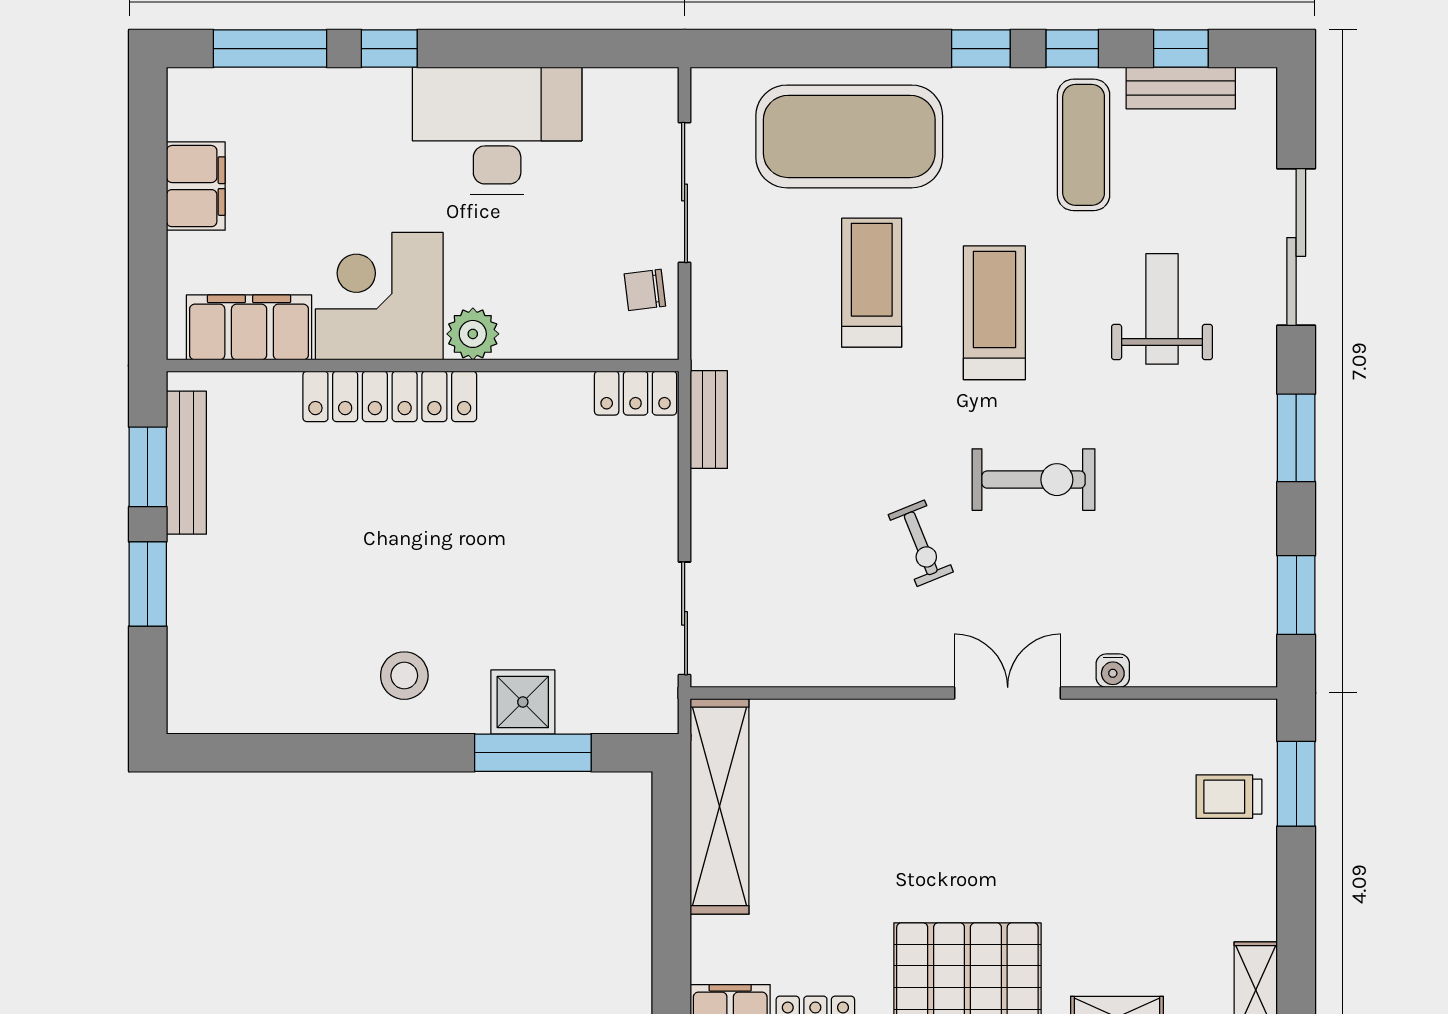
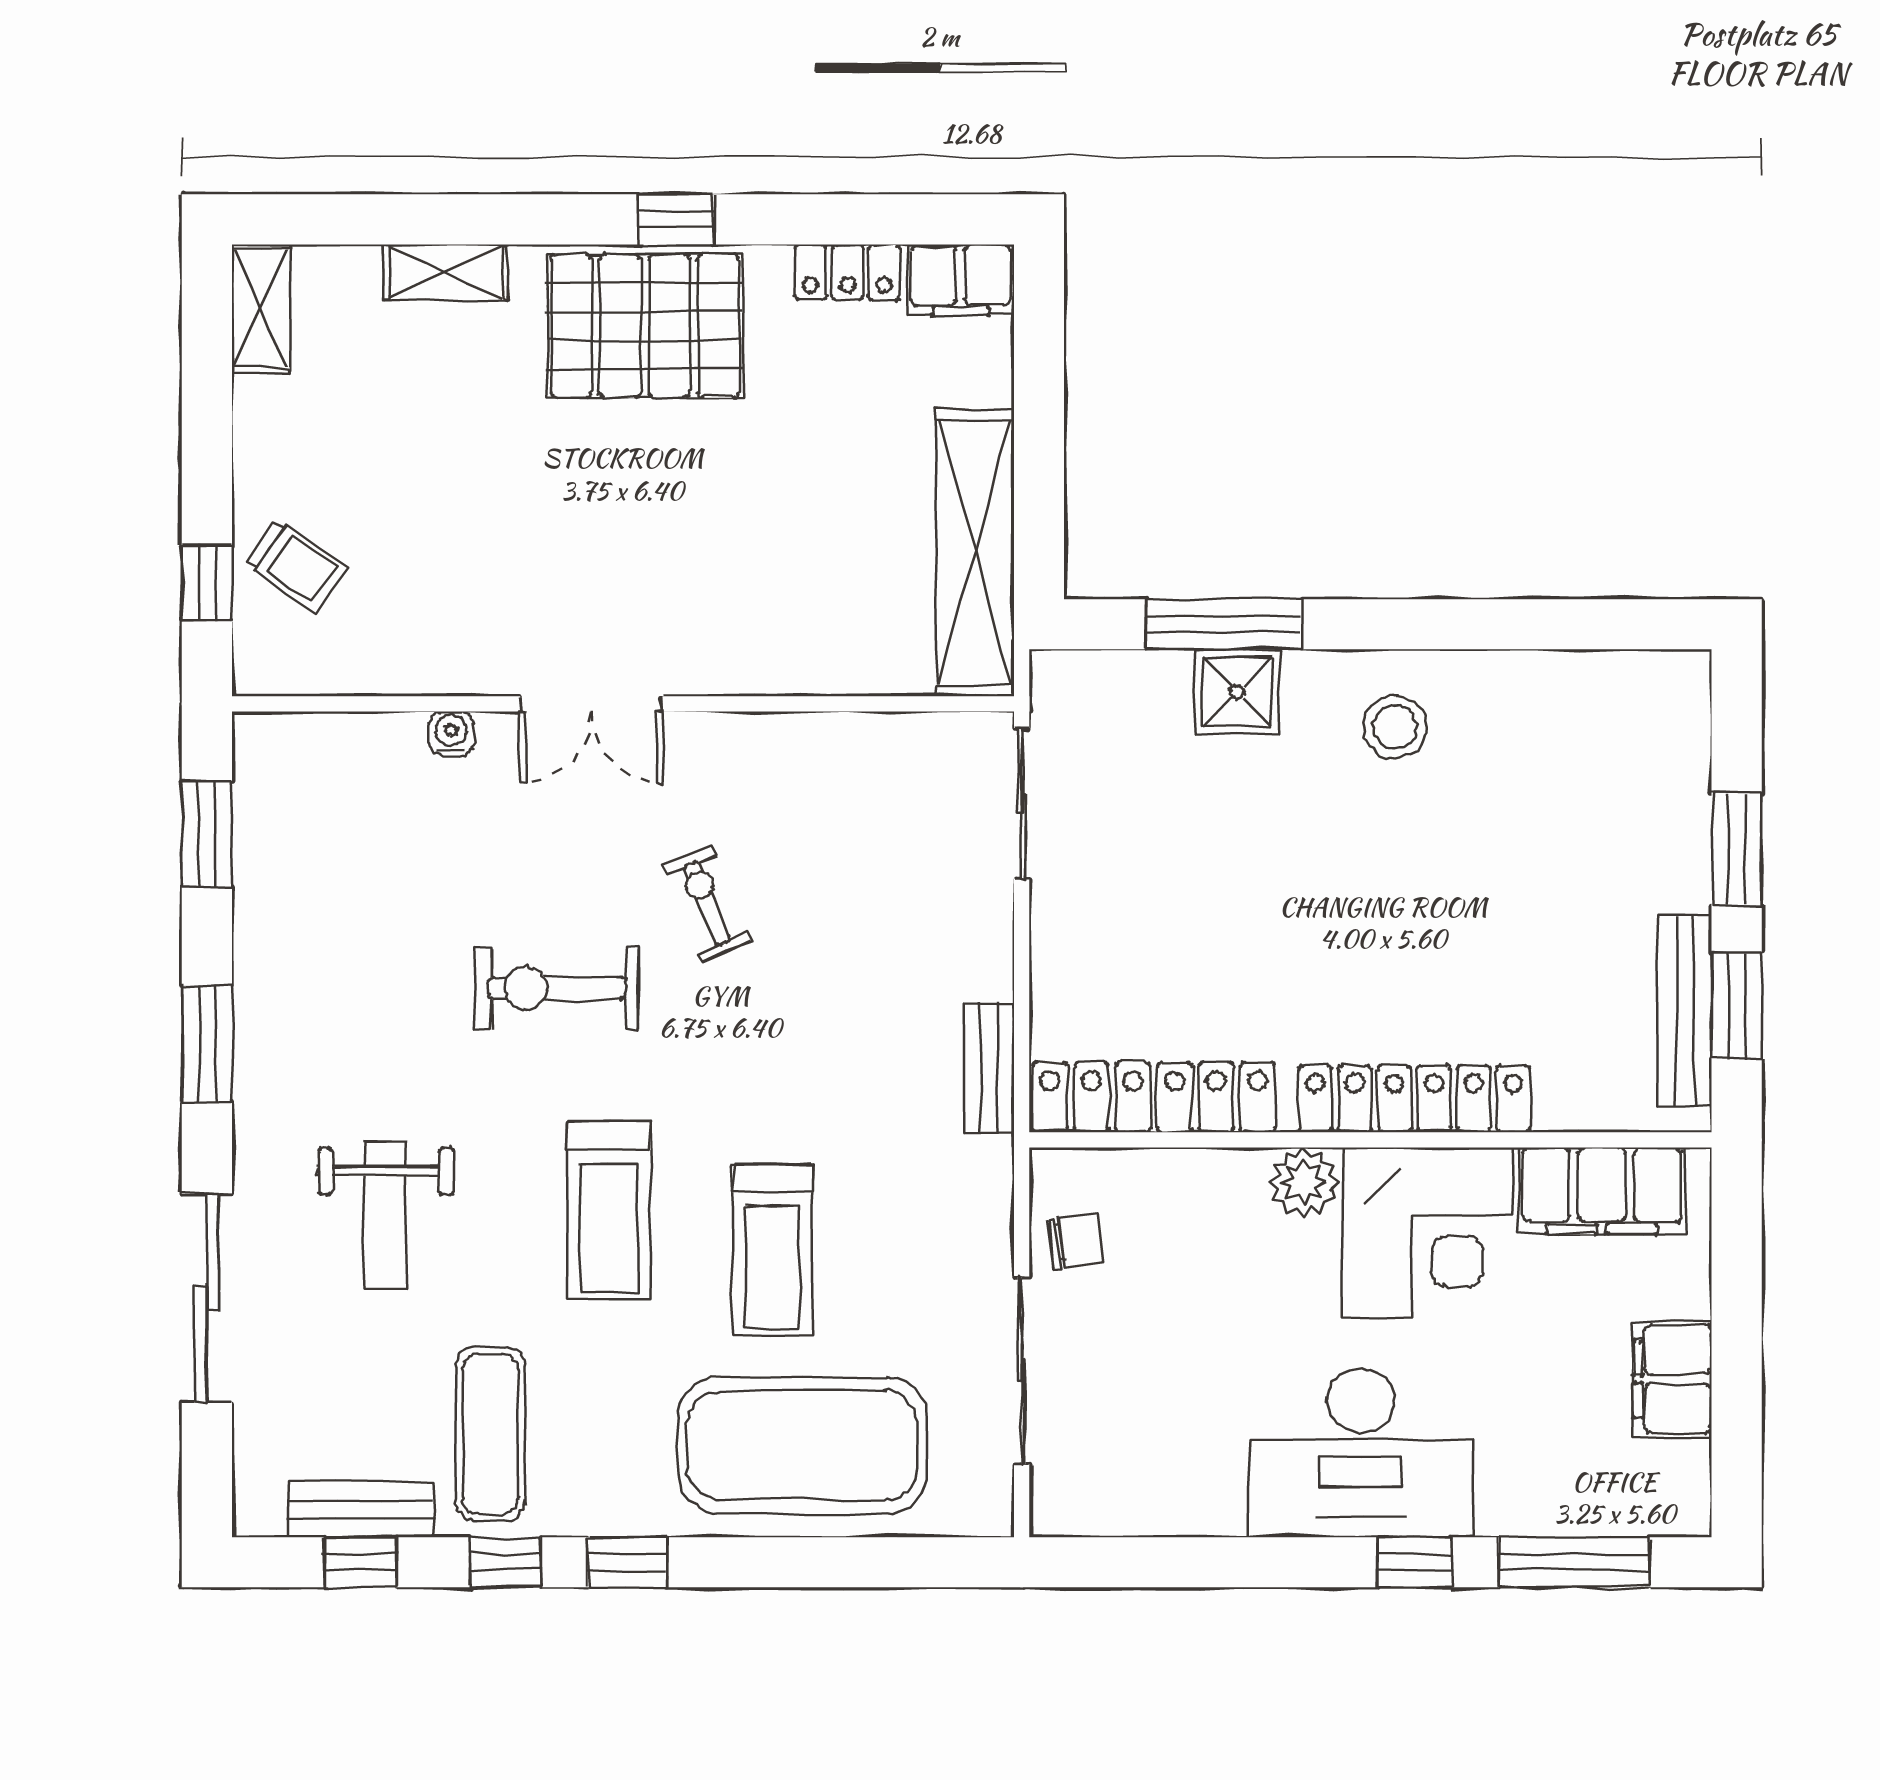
desk: (497, 131) -> (1361, 1453), moved
locker: (636, 393) -> (1154, 1097), width x2.16, depth x1.21
window: (1296, 784) -> (207, 583), width x0.67
trolley: (1229, 797) -> (296, 566), turned 35

